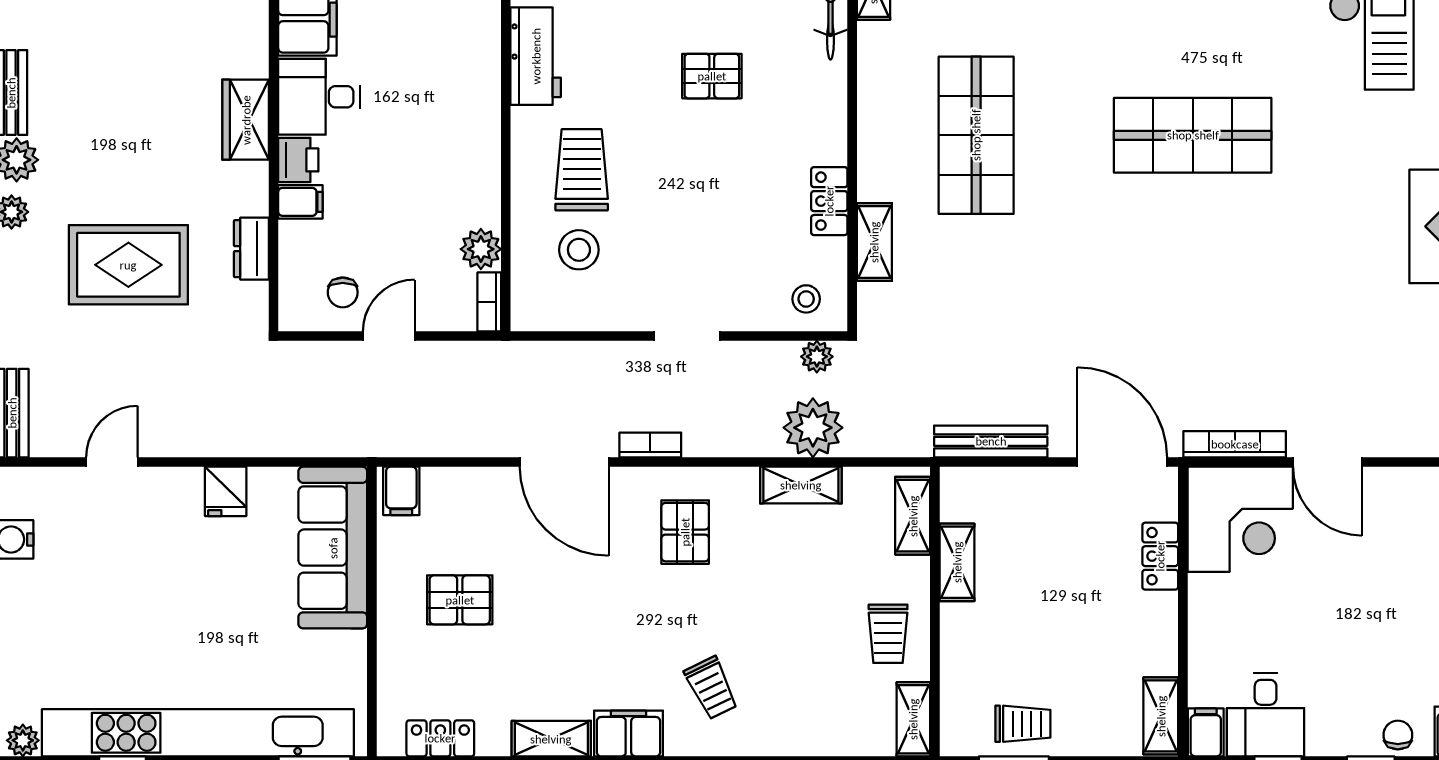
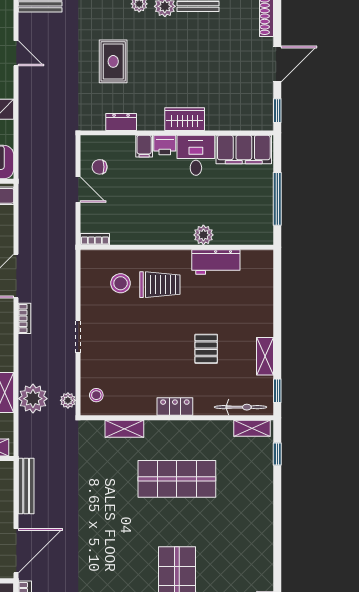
locker: (829, 201) -> (175, 407), moved
plant: (481, 249) -> (203, 235), moved
rug: (128, 265) -> (113, 61), width x0.73, depth x0.70

